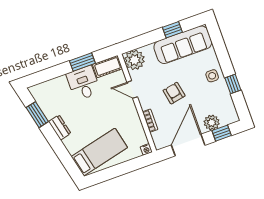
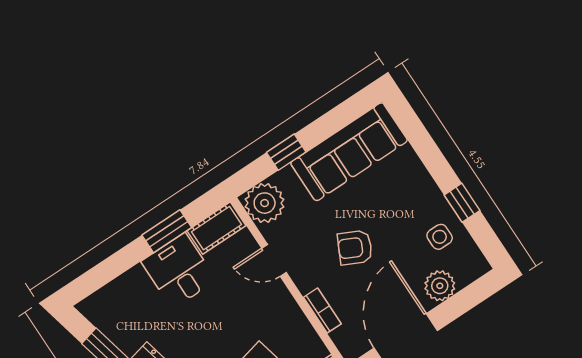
window: (172, 30) -> (286, 152), moved
side table: (212, 76) -> (440, 237), moved
armchair: (174, 93) -> (355, 247), turned -53
window: (222, 133) -> (464, 301), removed

